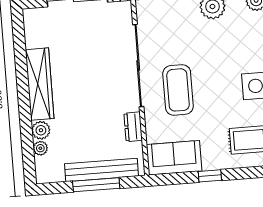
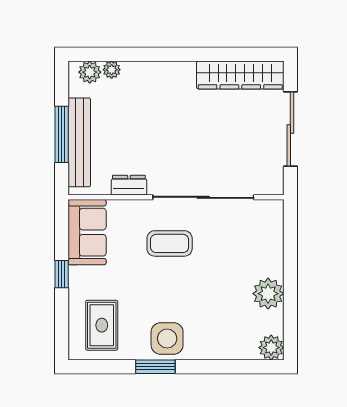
wardrobe: (40, 84) -> (240, 75), moved
coffee table: (178, 90) -> (170, 243), width x0.73, depth x0.76
plant: (41, 130) -> (90, 72), moved

